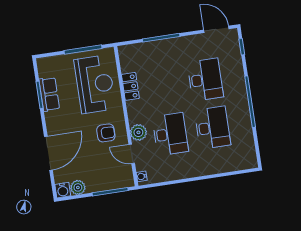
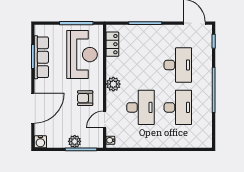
locker: (130, 86) -> (112, 44), moved
row of seats: (49, 94) -> (41, 57), width x1.48
plant: (138, 132) -> (113, 84), moved
armchair: (106, 133) -> (85, 98), turned 180
door: (132, 154) -> (105, 120), hinge flipped
plant: (78, 187) -> (75, 141), moved

